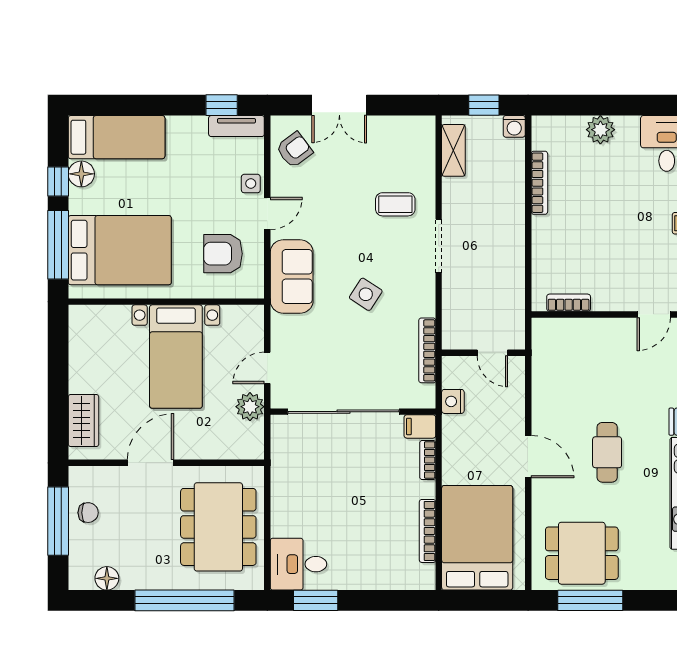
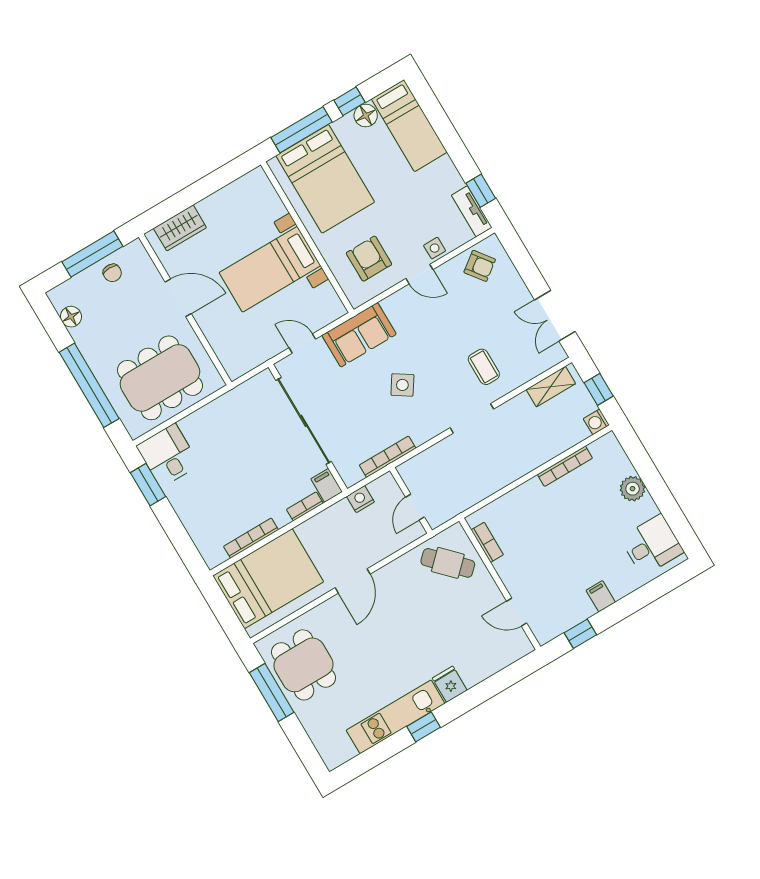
double door: (339, 105) -> (555, 316), moved
sofa: (292, 276) -> (359, 335), moved
plant: (250, 407) -> (265, 348), removed
cafe table: (607, 452) -> (448, 563), moved, turned 46

